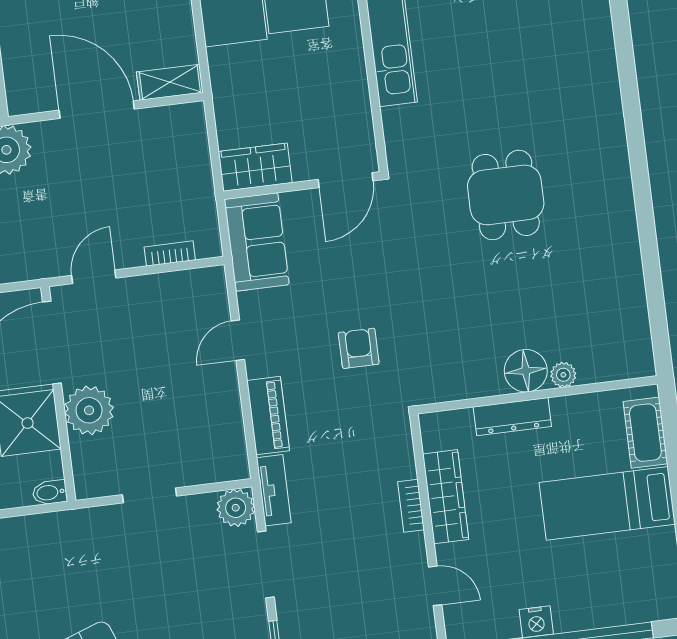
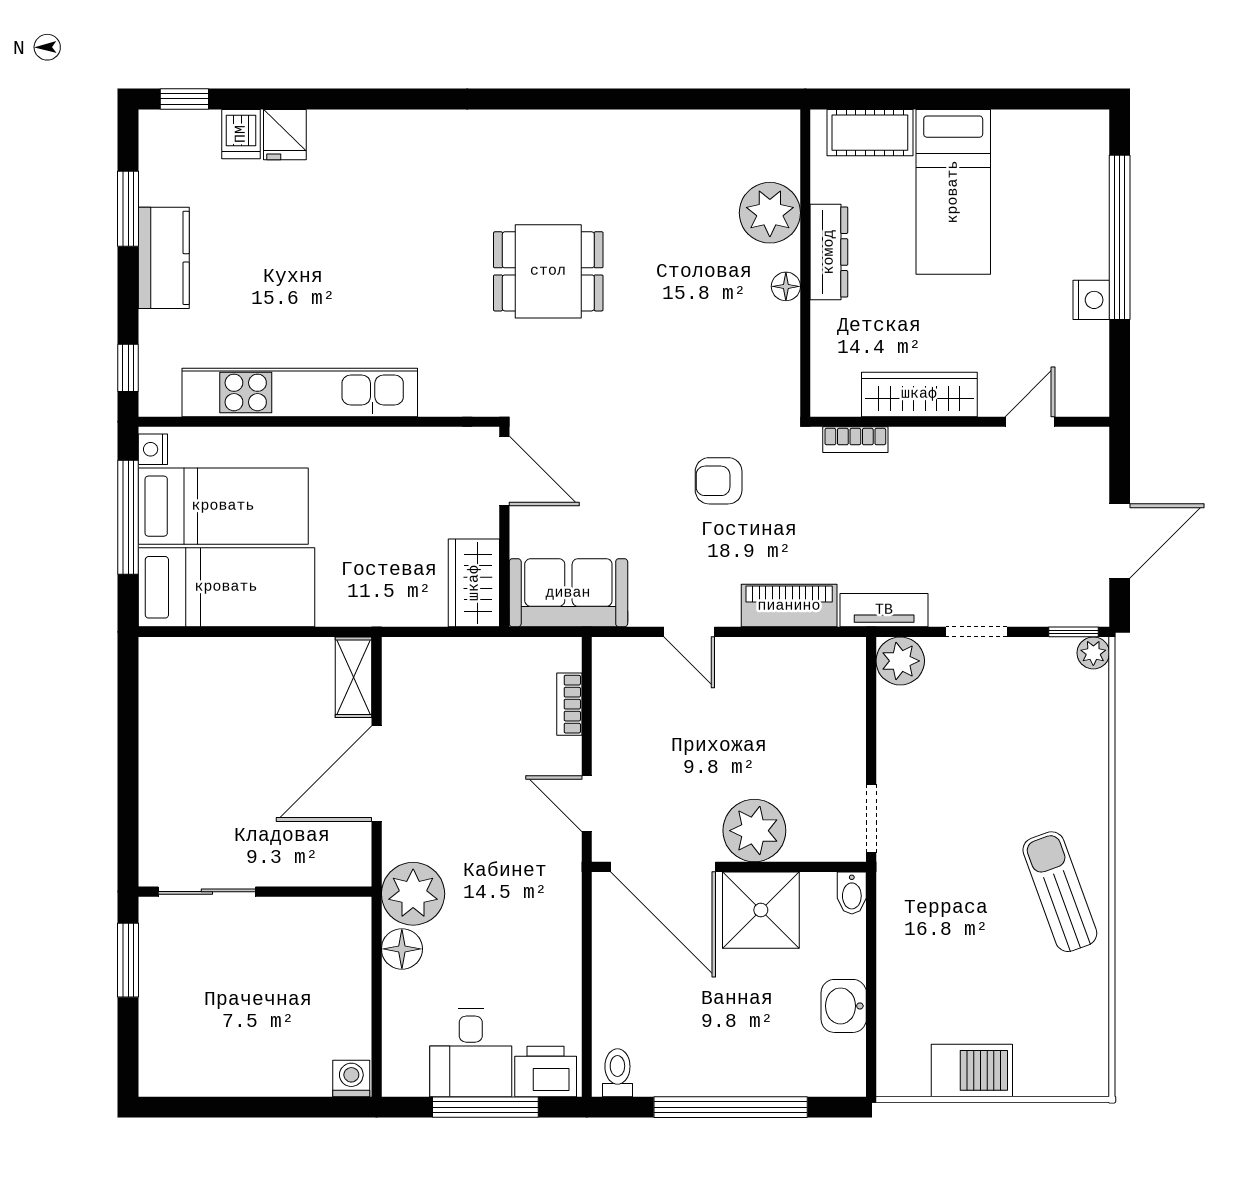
floor lamp: (526, 371) -> (786, 286), width x0.53, depth x0.53
plant: (563, 375) -> (770, 213), width x1.88, depth x1.88
dresser: (512, 417) -> (829, 252), moved
doorway: (150, 495) -> (871, 818), moved
bookcase: (411, 506) -> (855, 440), moved
doorway: (266, 564) -> (976, 632), width x0.73

